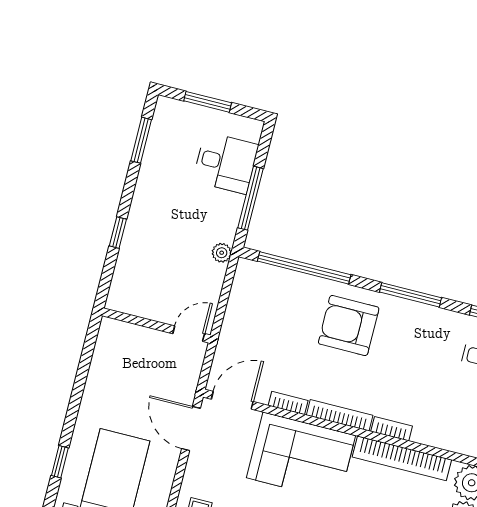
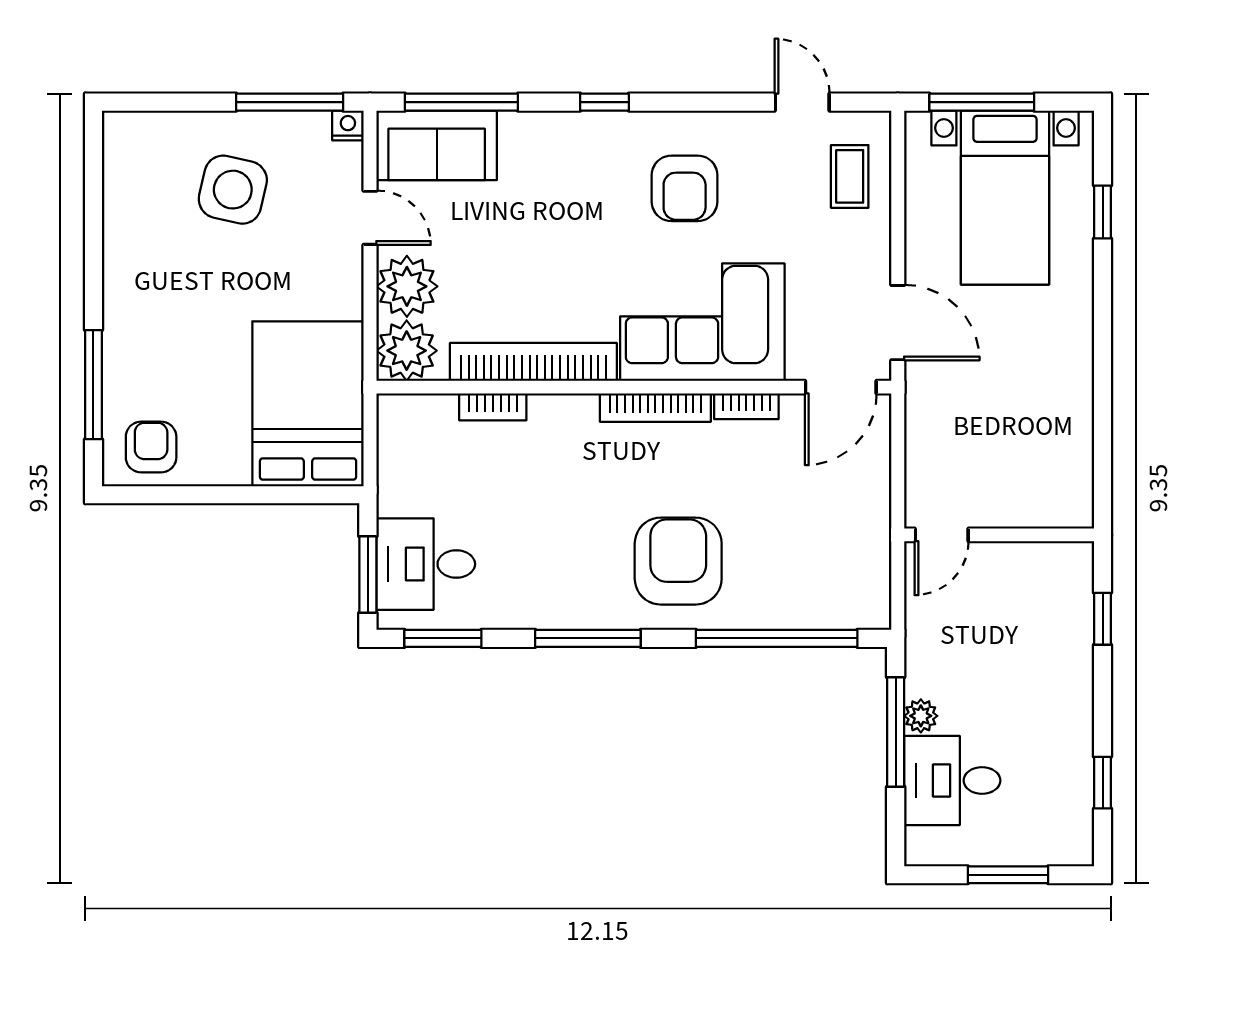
window: (141, 140) -> (1103, 783), width x0.67
plant: (222, 253) -> (921, 716), moved
wall: (156, 325) -> (999, 535), moved
armchair: (349, 325) -> (678, 561), turned -90
door: (189, 334) -> (942, 535), moved
bookcase: (392, 429) -> (493, 407), moved

